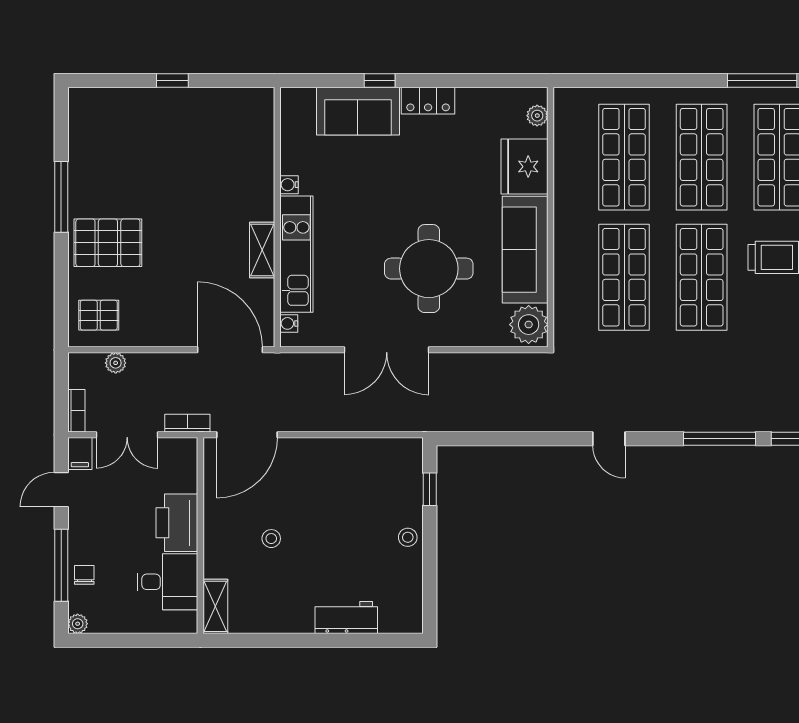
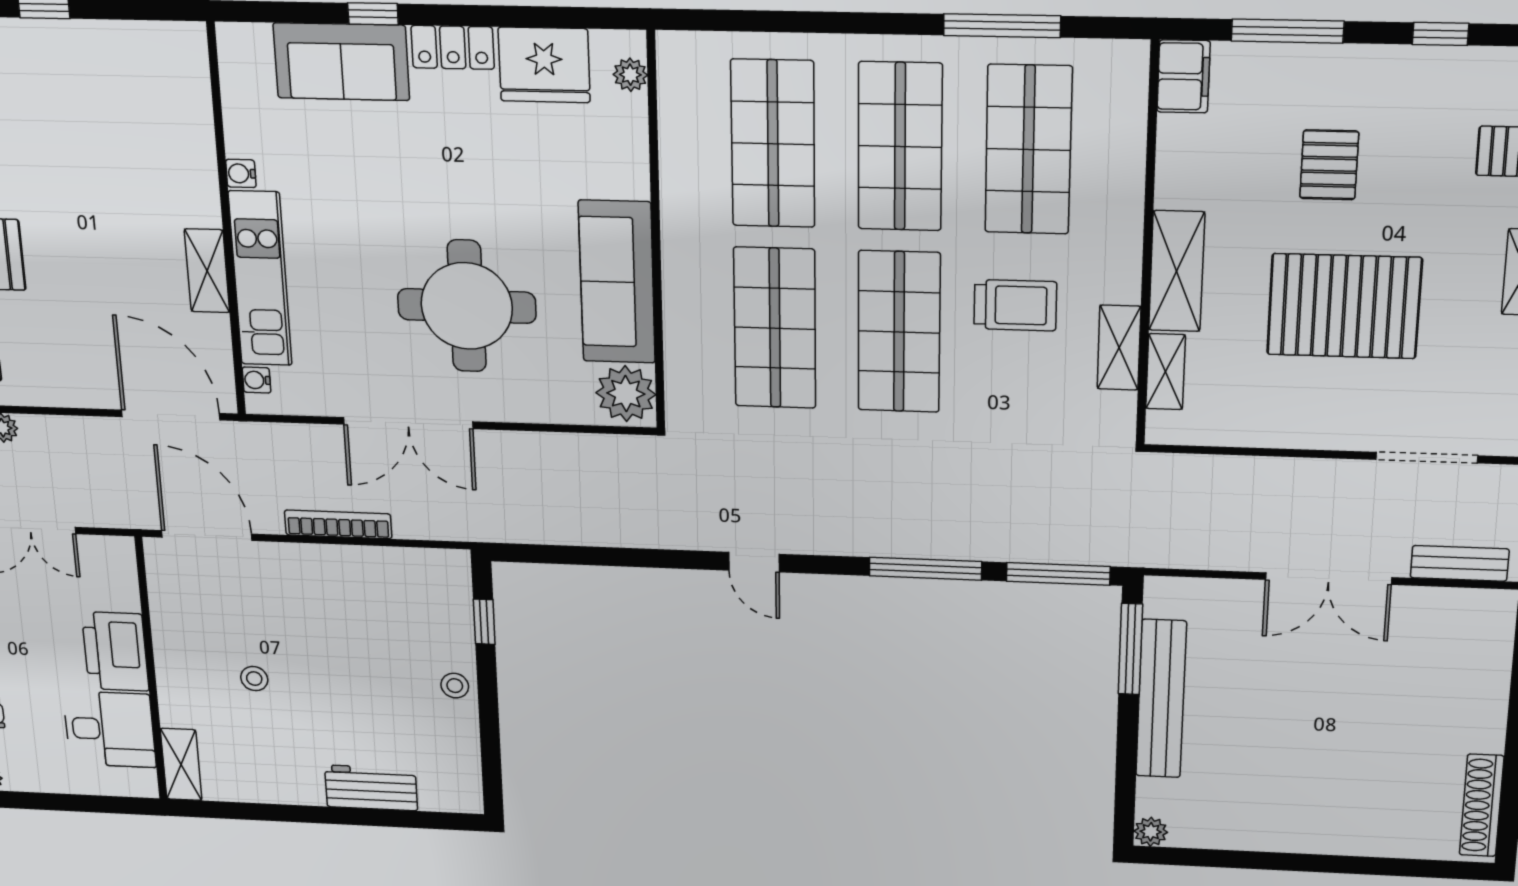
fridge: (525, 167) -> (544, 65), moved, turned -90
bookcase: (187, 423) -> (338, 524), moved, width x1.56
door: (247, 435) -> (207, 536), swing flipped

